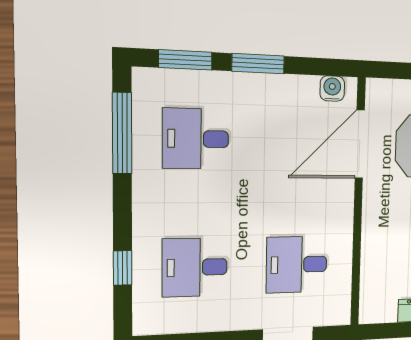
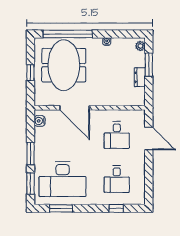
window: (122, 133) -> (61, 208), width x0.69
desk: (196, 139) -> (63, 179), width x1.87, depth x1.30
door: (360, 144) -> (75, 108), moved

